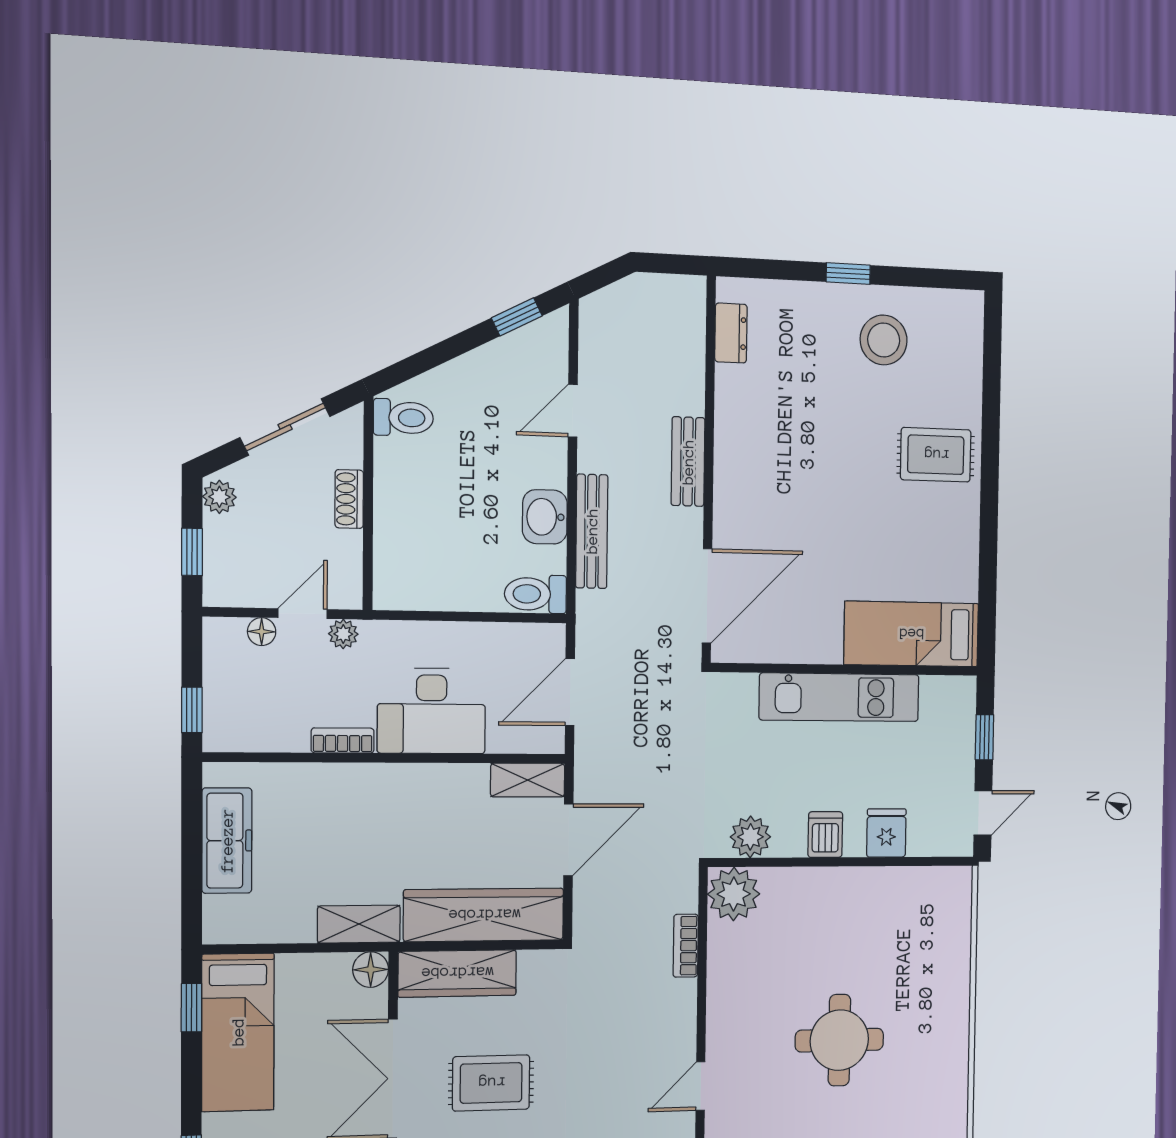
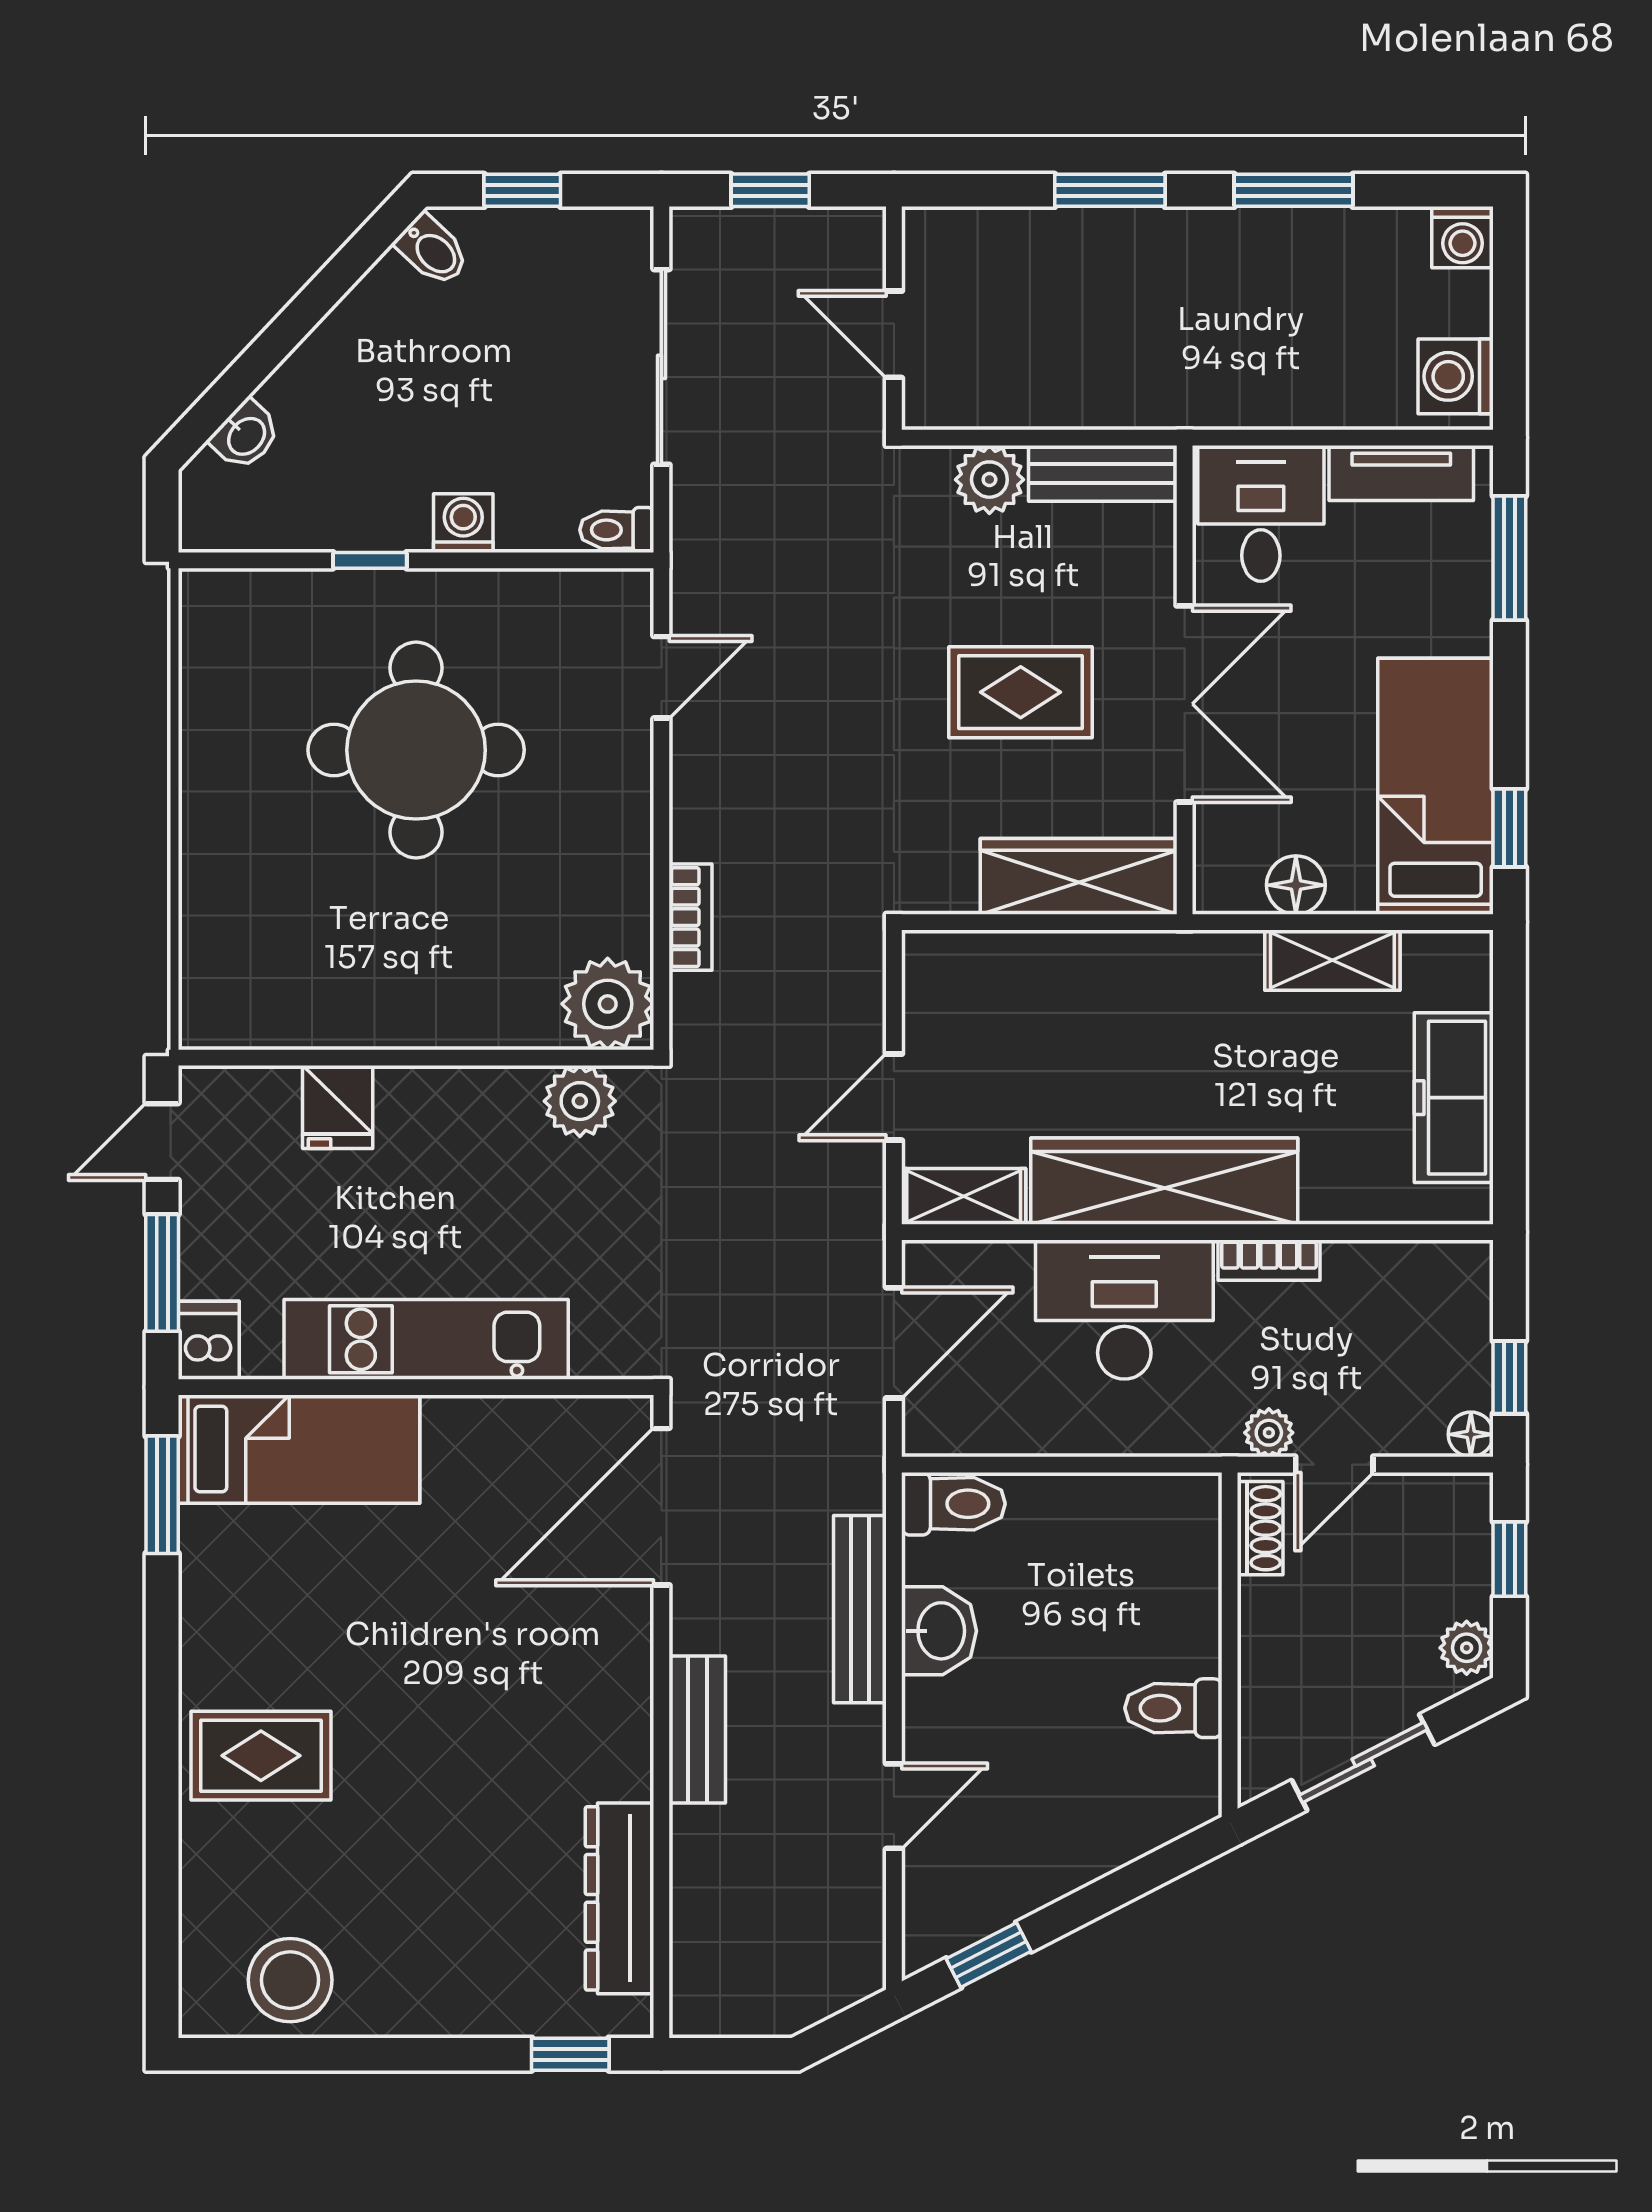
window: (848, 273) -> (570, 2054), moved
dresser: (731, 333) -> (620, 1898), width x1.96, depth x1.24
stool: (884, 340) -> (290, 1980), moved
toilet: (403, 418) -> (1173, 1708), moved
shoe rack: (349, 499) -> (1260, 1528), moved
window: (987, 609) -> (162, 1495), added
floor lamp: (262, 632) -> (1471, 1434), moved
window: (192, 710) -> (1509, 1377), moved
window: (984, 737) -> (162, 1273), width x1.50
dishwasher: (825, 835) -> (209, 1340), moved, turned 180
door: (568, 840) -> (894, 1097), width x0.73
wardrobe: (484, 915) -> (1164, 1181), moved, turned 180
shelving: (359, 924) -> (1332, 960), moved
floor lamp: (371, 970) -> (1296, 885), moved
round table: (839, 1040) -> (416, 750), width x1.36, depth x1.36

